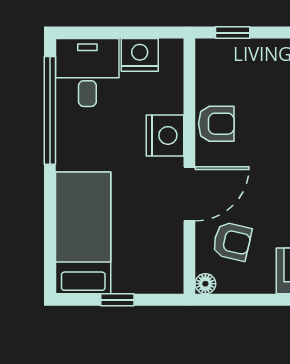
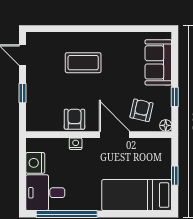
window: (233, 33) -> (23, 93), moved
nightstand: (165, 135) -> (76, 144), width x0.53, depth x0.56
window: (256, 300) -> (175, 97), added

